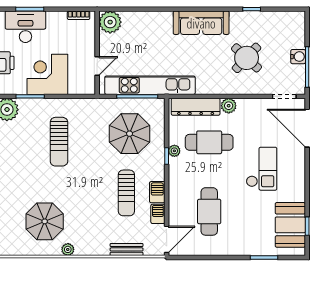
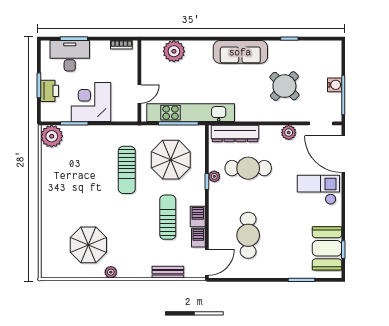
plant: (110, 22) -> (174, 51), moved
plant: (229, 106) -> (289, 133), moved
sun lounger: (59, 142) -> (127, 170), moved
checkout: (262, 169) -> (318, 190), moved, turned -90
sun lounger: (126, 193) -> (168, 217), turned 180

